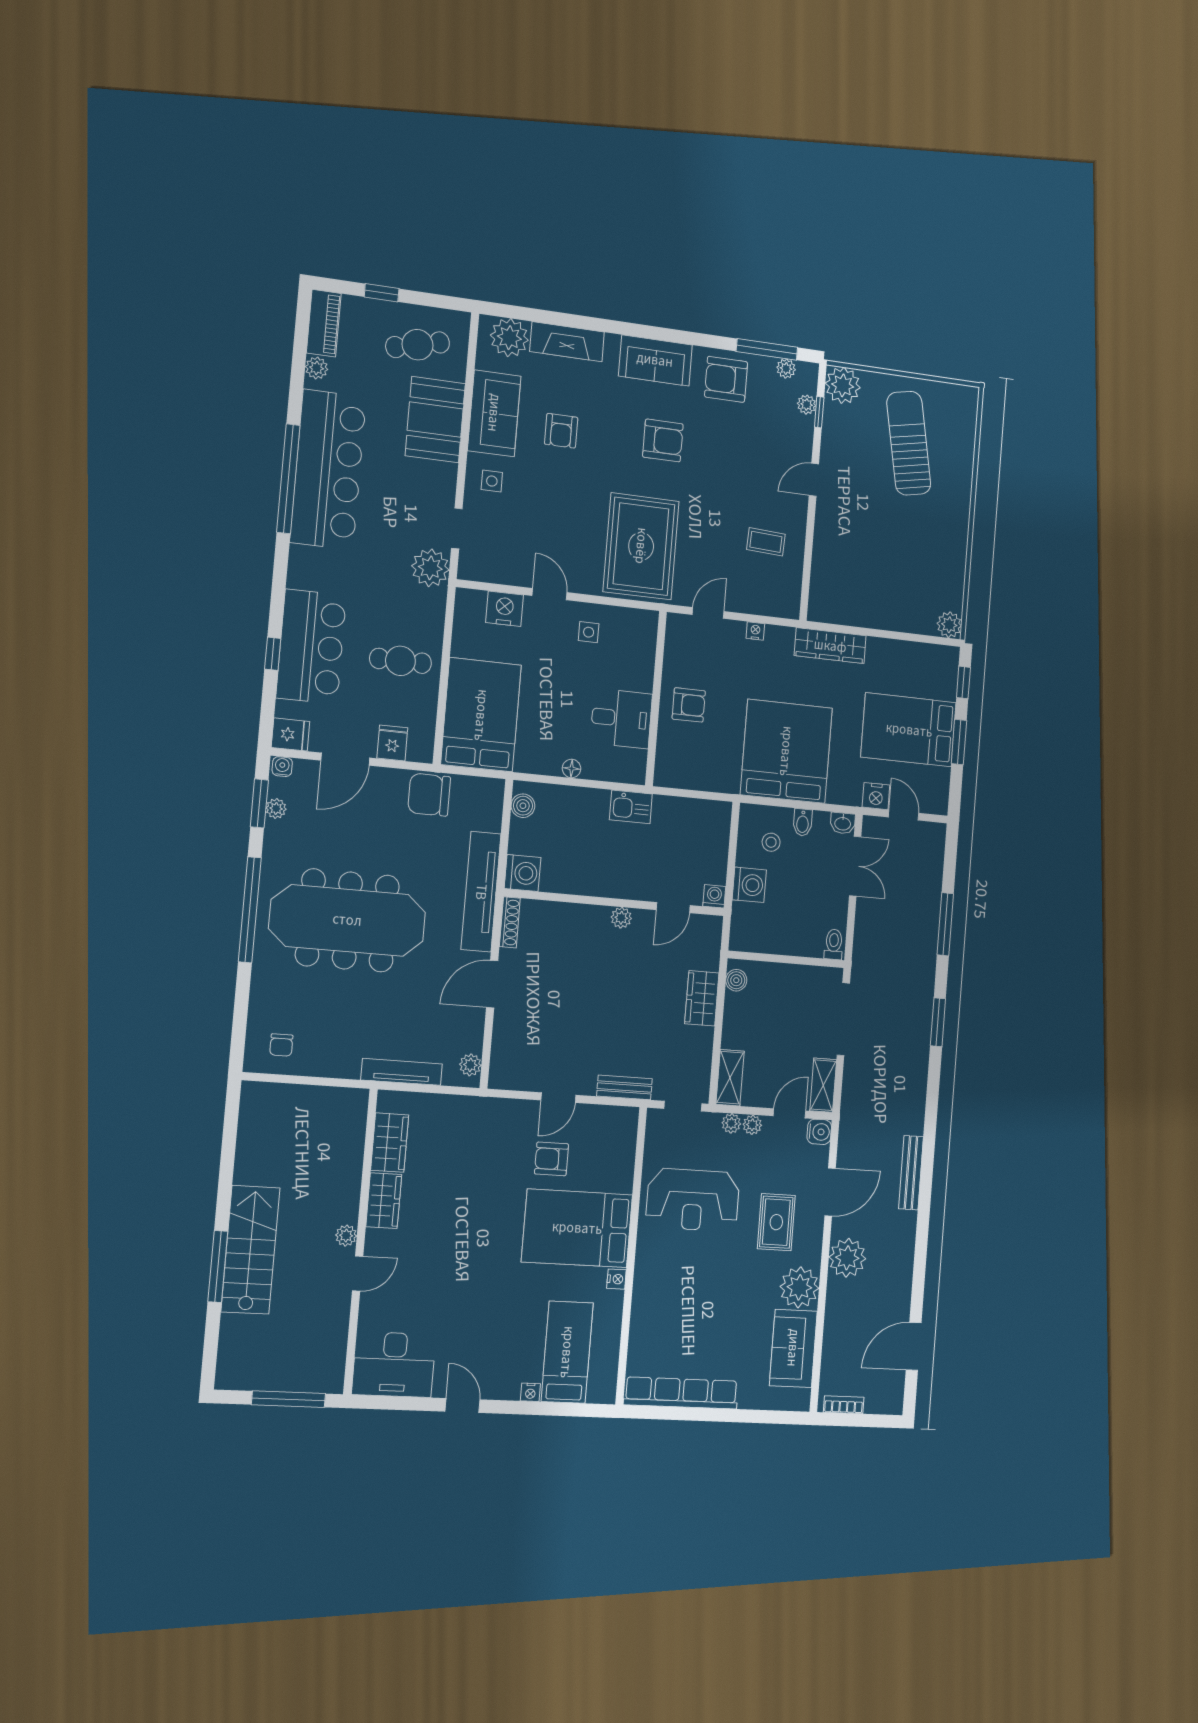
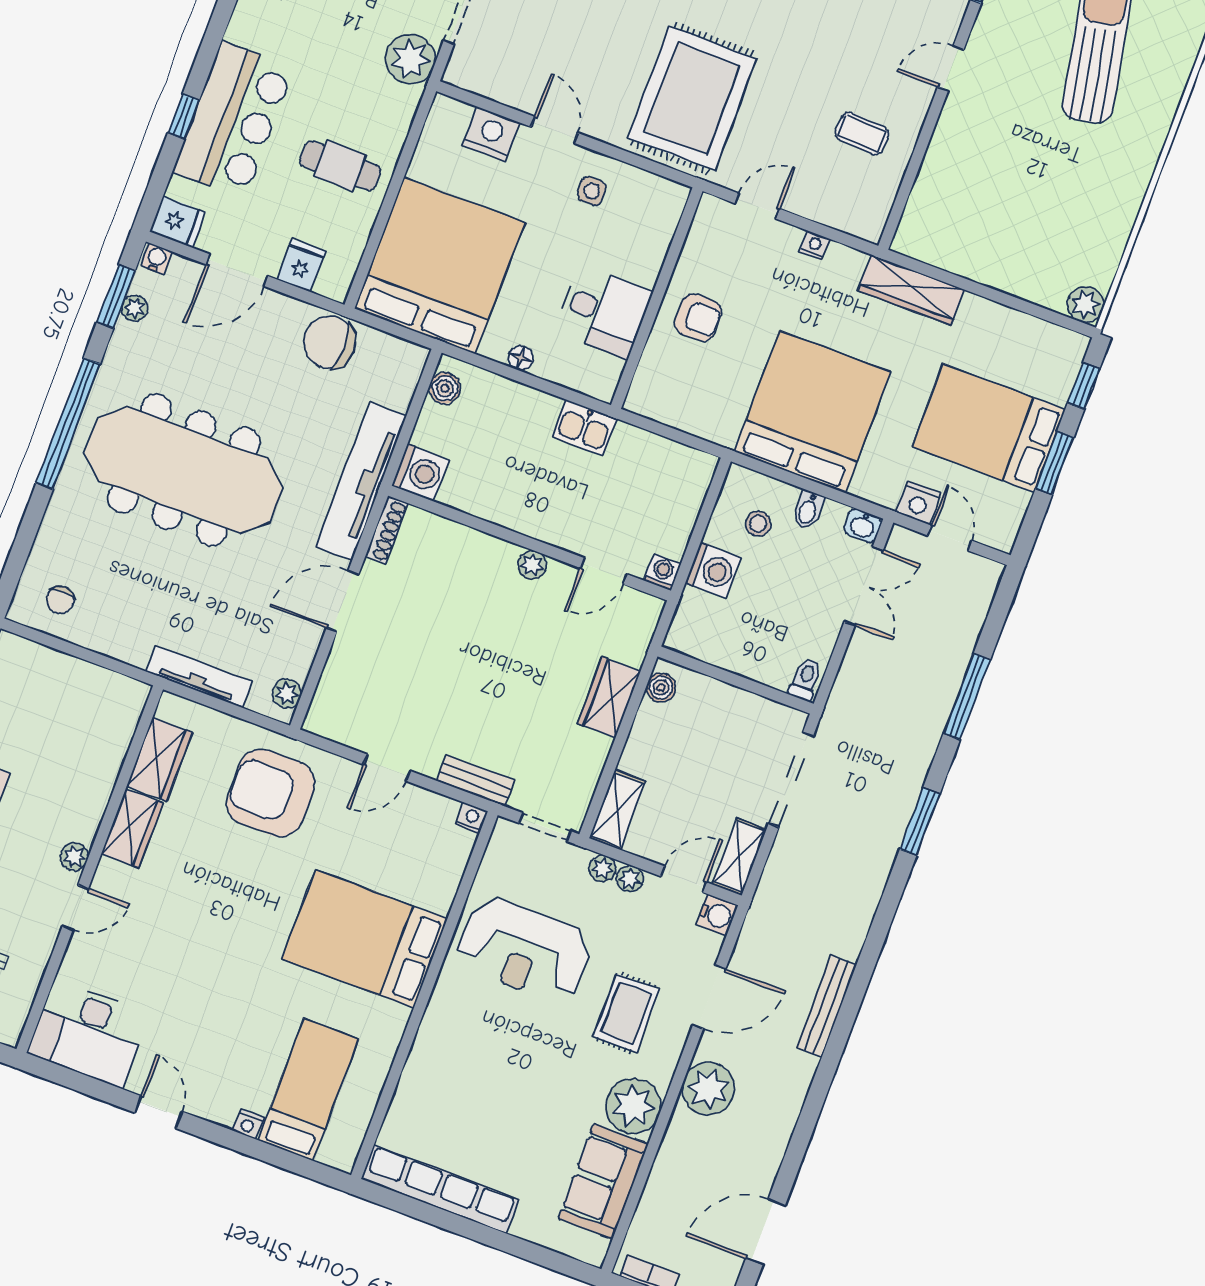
bed: (481, 715) -> (439, 266), width x1.36
armchair: (551, 1159) -> (271, 793), moved, width x1.88, depth x1.88
nightstand: (617, 1279) -> (472, 818), moved, turned -90

